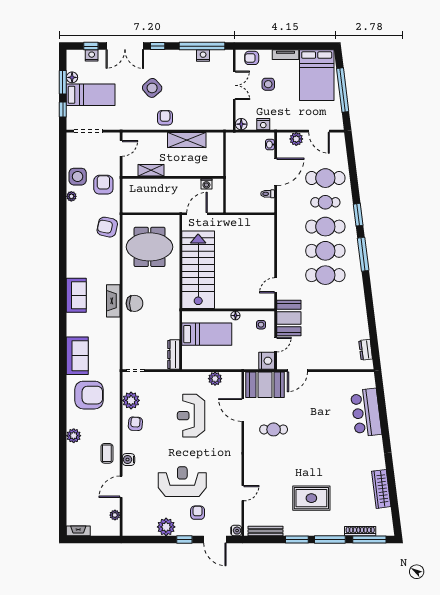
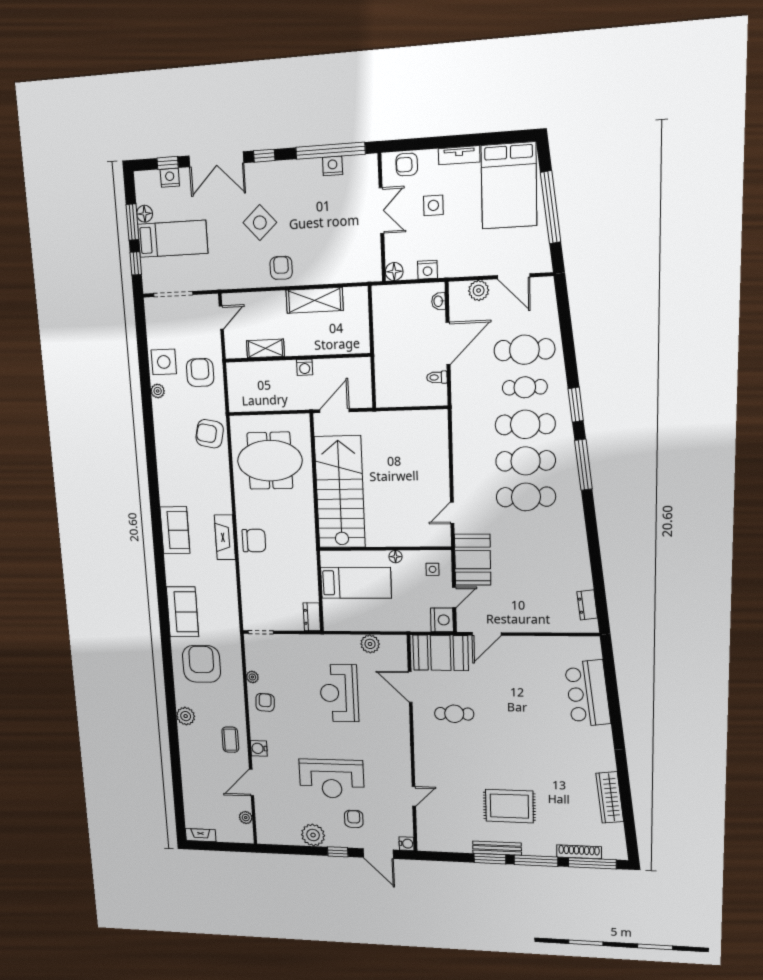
washing machine: (206, 184) -> (305, 367), moved
dresser: (174, 354) -> (312, 617), width x0.70
armchair: (89, 395) -> (202, 664), turned -90
plant: (131, 400) -> (252, 677), width x0.53, depth x0.53
reception desk: (182, 482) -> (332, 779), turned 180
bench: (265, 531) -> (497, 848), moved

